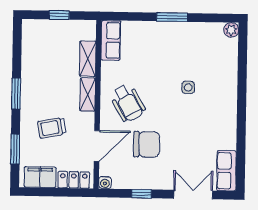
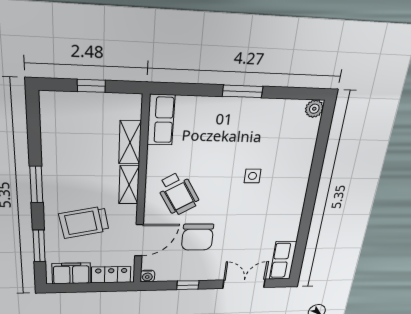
trolley: (52, 128) -> (84, 222), width x1.36, depth x1.39
chair: (147, 144) -> (198, 237), turned 90

